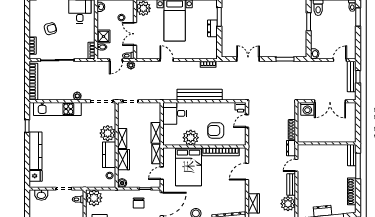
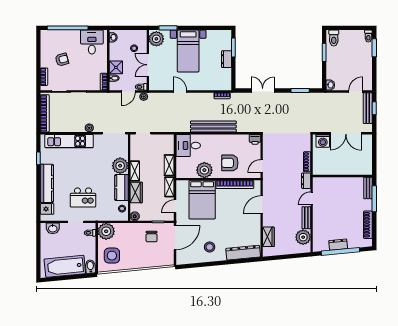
door: (247, 121) -> (262, 166), moved
kitchen island: (71, 165) -> (83, 197), added

